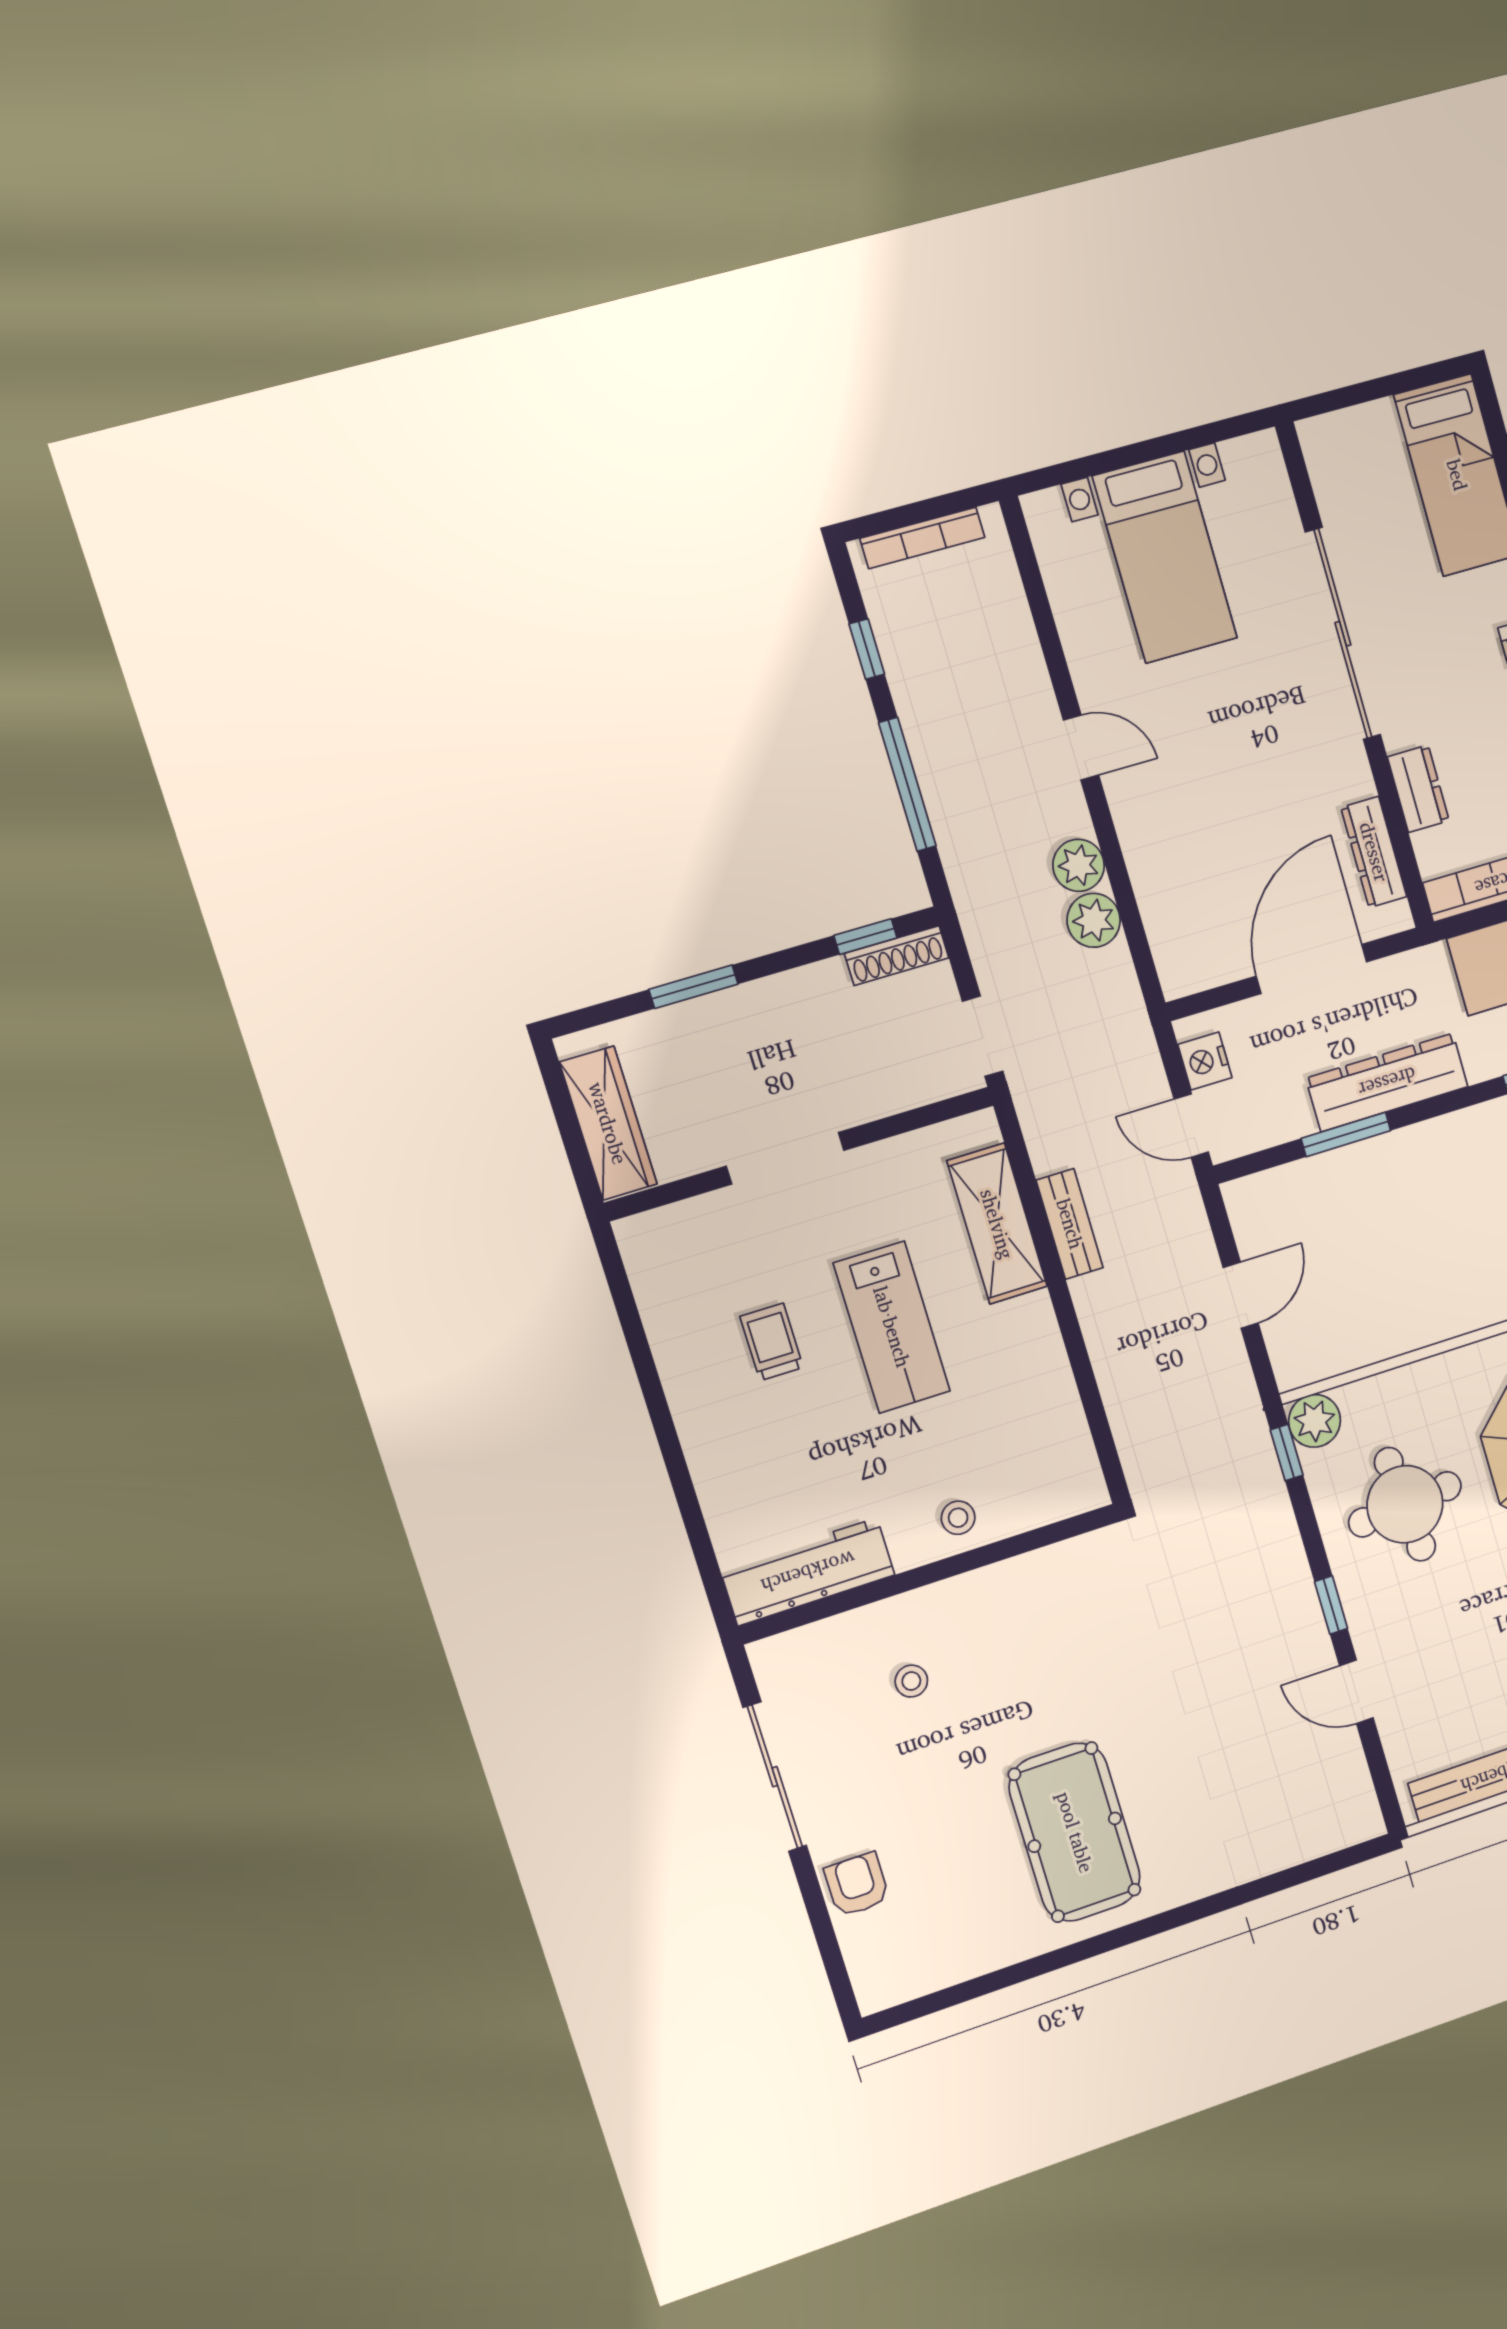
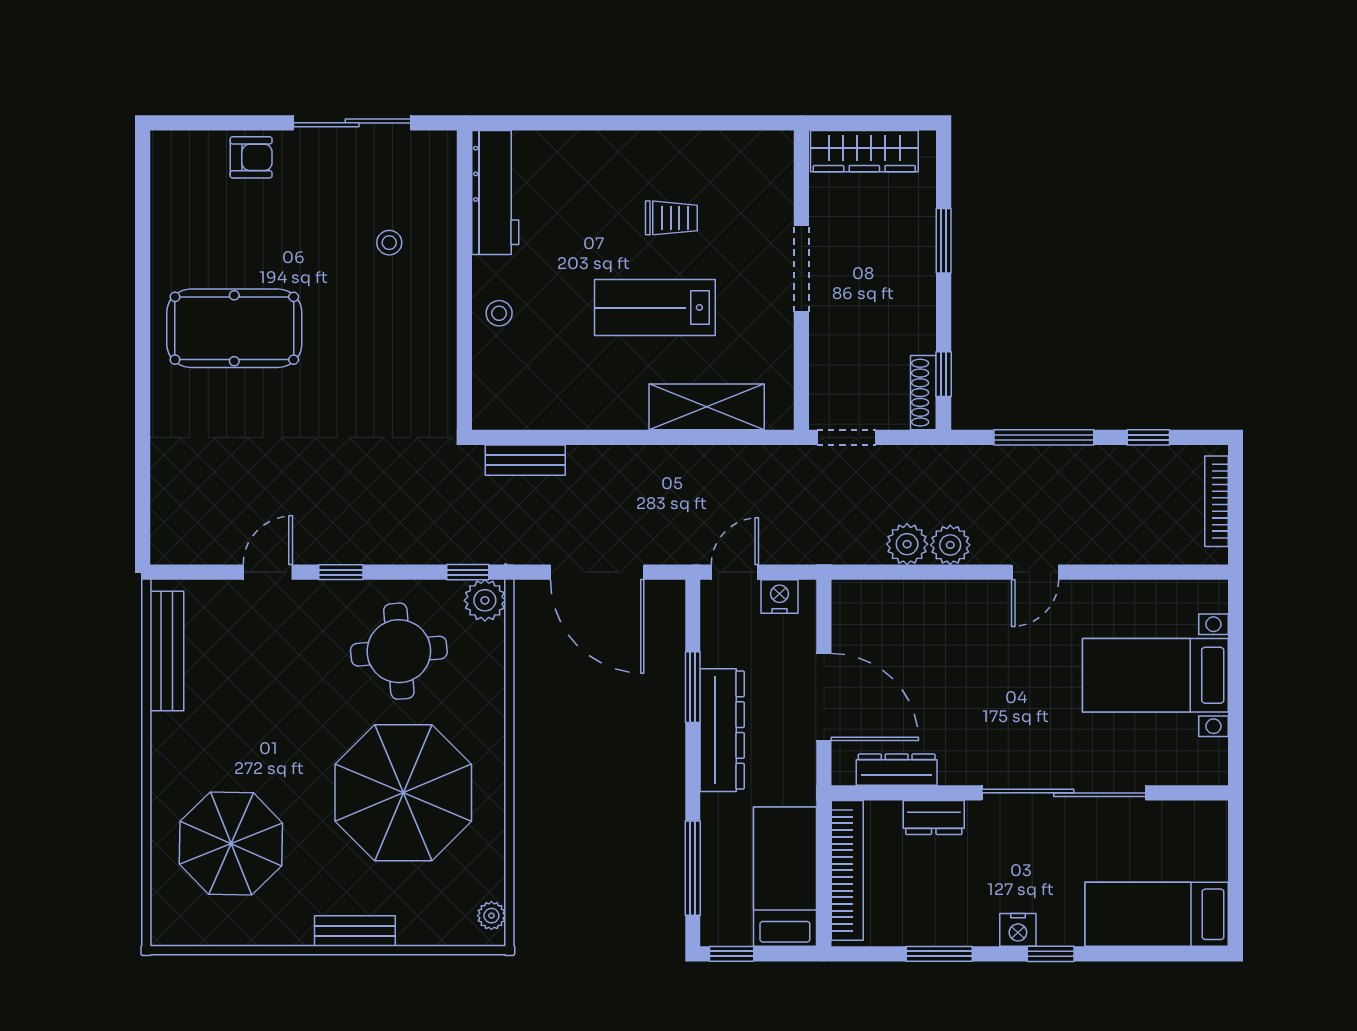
bench: (1070, 1224) -> (525, 460), moved
door: (1241, 1295) -> (597, 572), width x1.87

